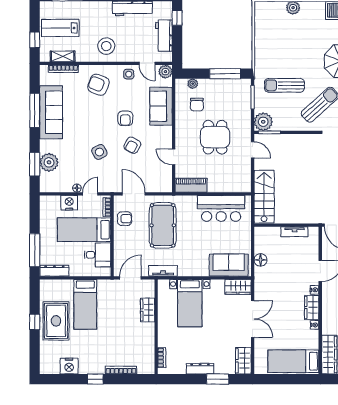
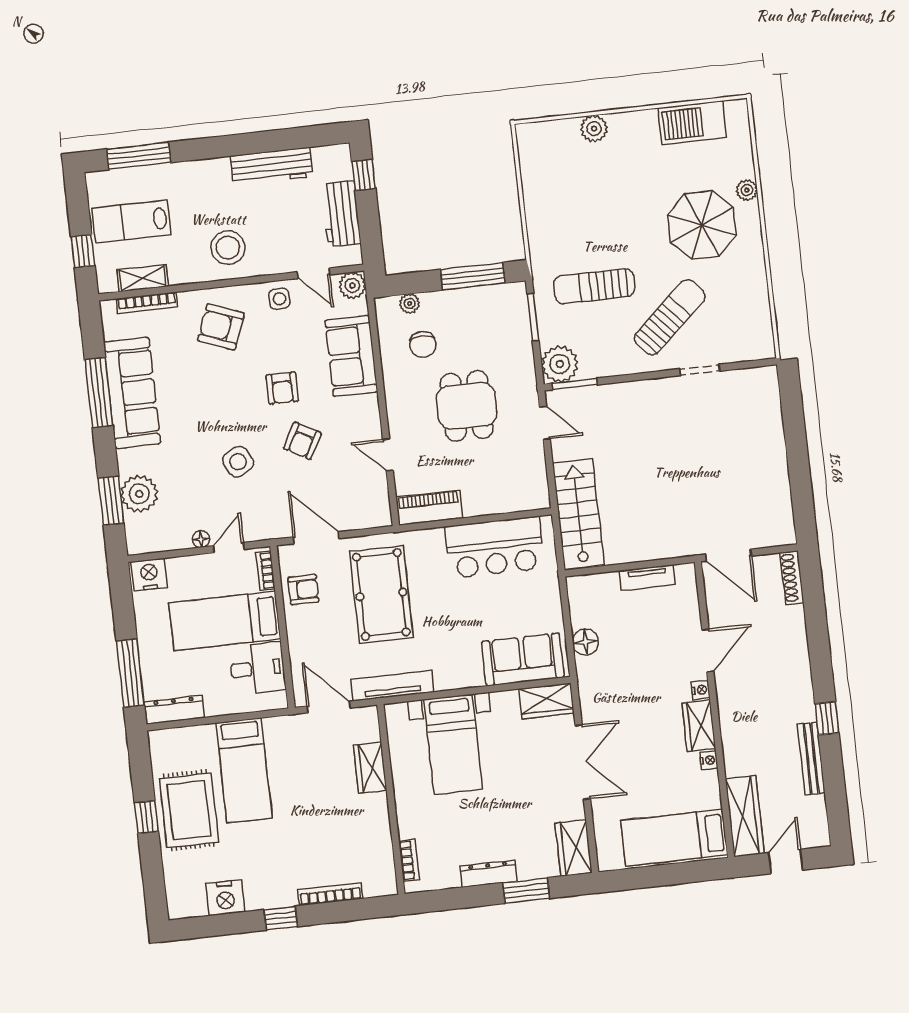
nightstand: (69, 203) -> (149, 575), moved
tv unit: (163, 271) -> (392, 686), width x1.41
door: (130, 278) -> (329, 707), hinge flipped

